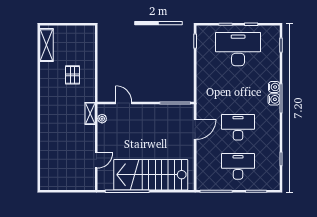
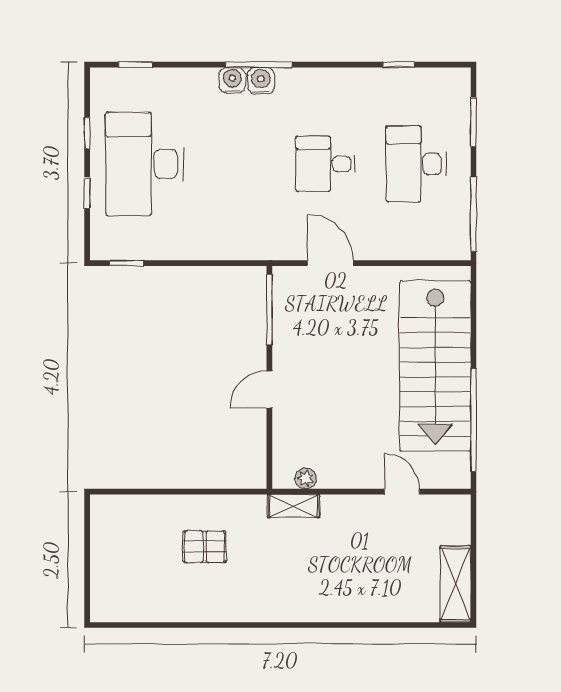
shelving: (46, 45) -> (455, 584), moved, turned 90
door: (124, 103) -> (269, 390), moved
desk: (238, 127) -> (326, 164), width x0.73

